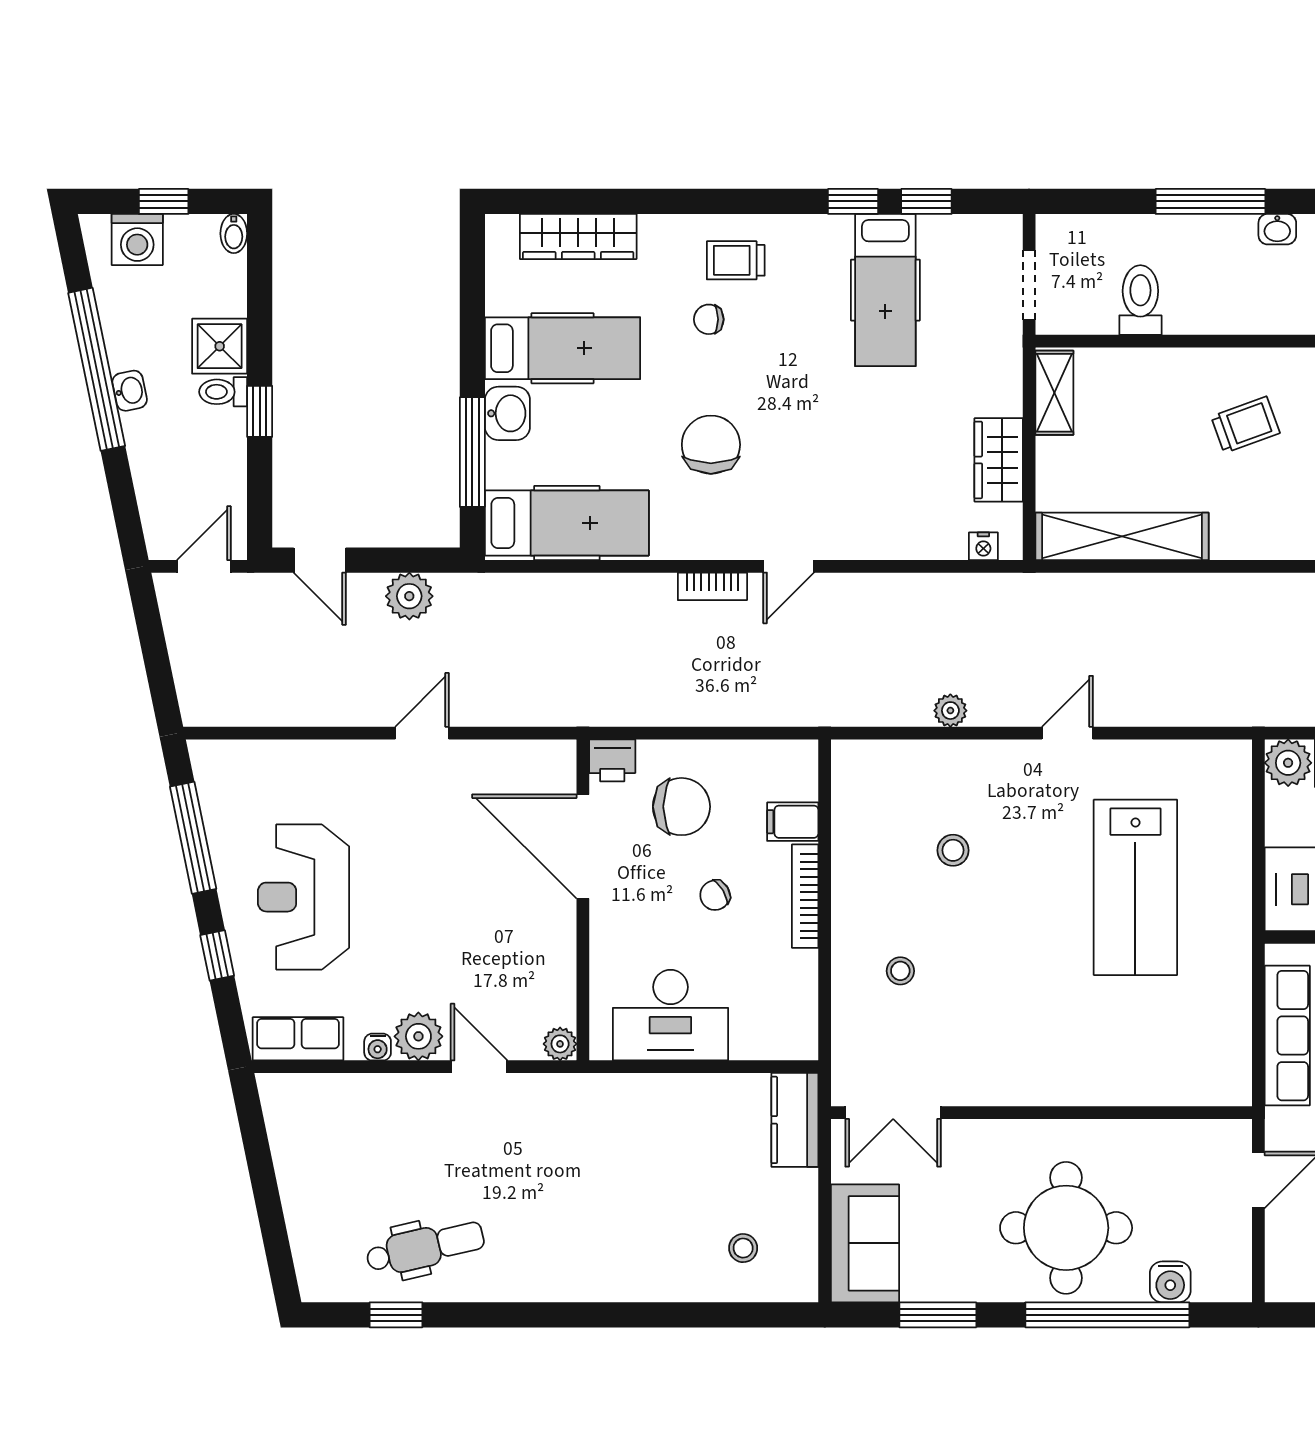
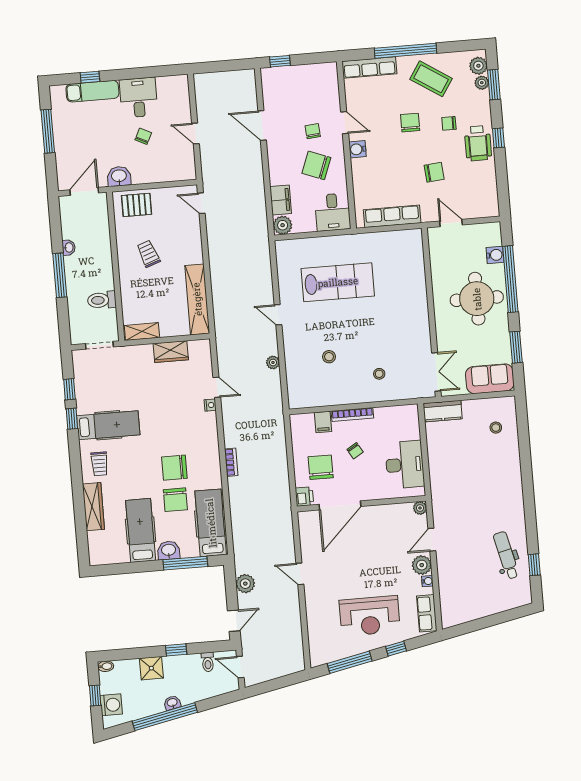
wardrobe: (578, 236) -> (93, 507), moved
hospital bed: (885, 290) -> (108, 425), moved
chair: (709, 319) -> (175, 500), moved, width x1.87, depth x1.87
toilet: (223, 392) -> (208, 662), moved
nightstand: (983, 546) -> (210, 405), moved
door: (789, 566) -> (217, 387), moved

